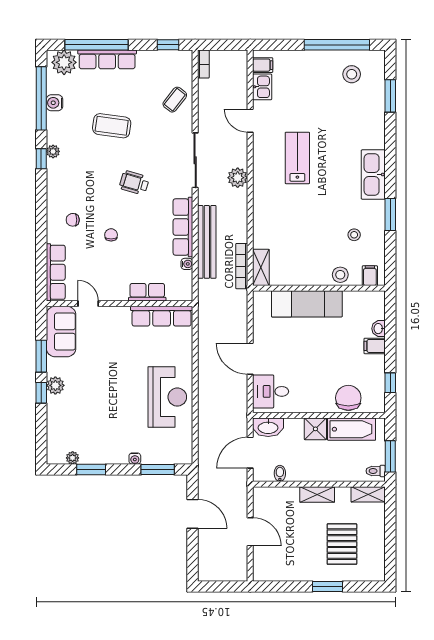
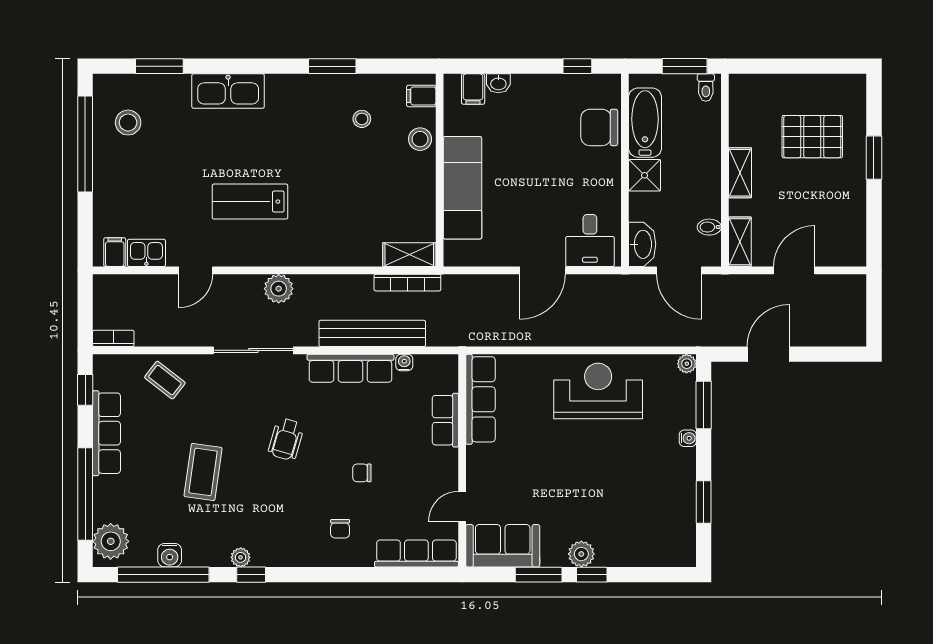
row of seats: (107, 59) -> (106, 433), moved
kitchen sink: (373, 174) -> (228, 91), moved
filing cabinet: (375, 346) -> (473, 89), moved
plant: (73, 458) -> (687, 364), moved
shelving: (368, 494) -> (740, 242), moved

